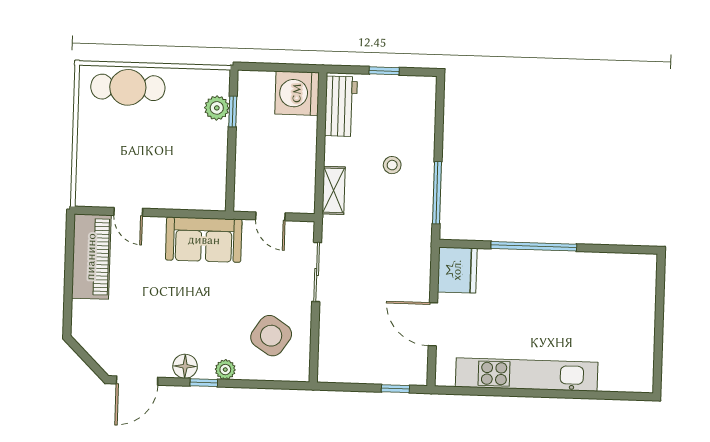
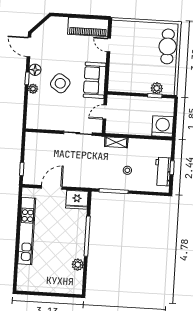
workbench: (341, 106) -> (163, 172), moved, turned 90
door: (128, 212) -> (109, 45), hinge flipped
plant: (595, 264) -> (78, 265), added
side table: (271, 336) -> (60, 83), moved

